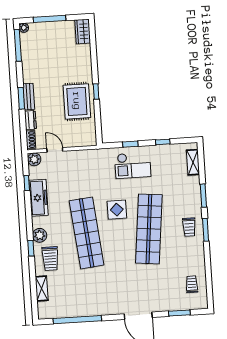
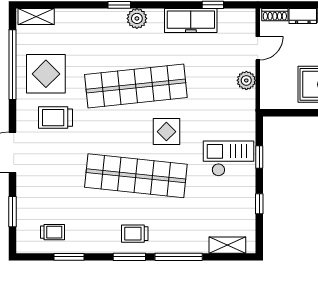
plant: (34, 159) -> (246, 80), moved
checkout: (133, 165) -> (229, 158), turned 90
window: (203, 196) -> (179, 257), width x1.44
trolley: (50, 259) -> (55, 118), moved
window: (208, 272) -> (69, 257), added
shelving: (42, 289) -> (36, 17), moved
display table: (82, 296) -> (46, 74), added

